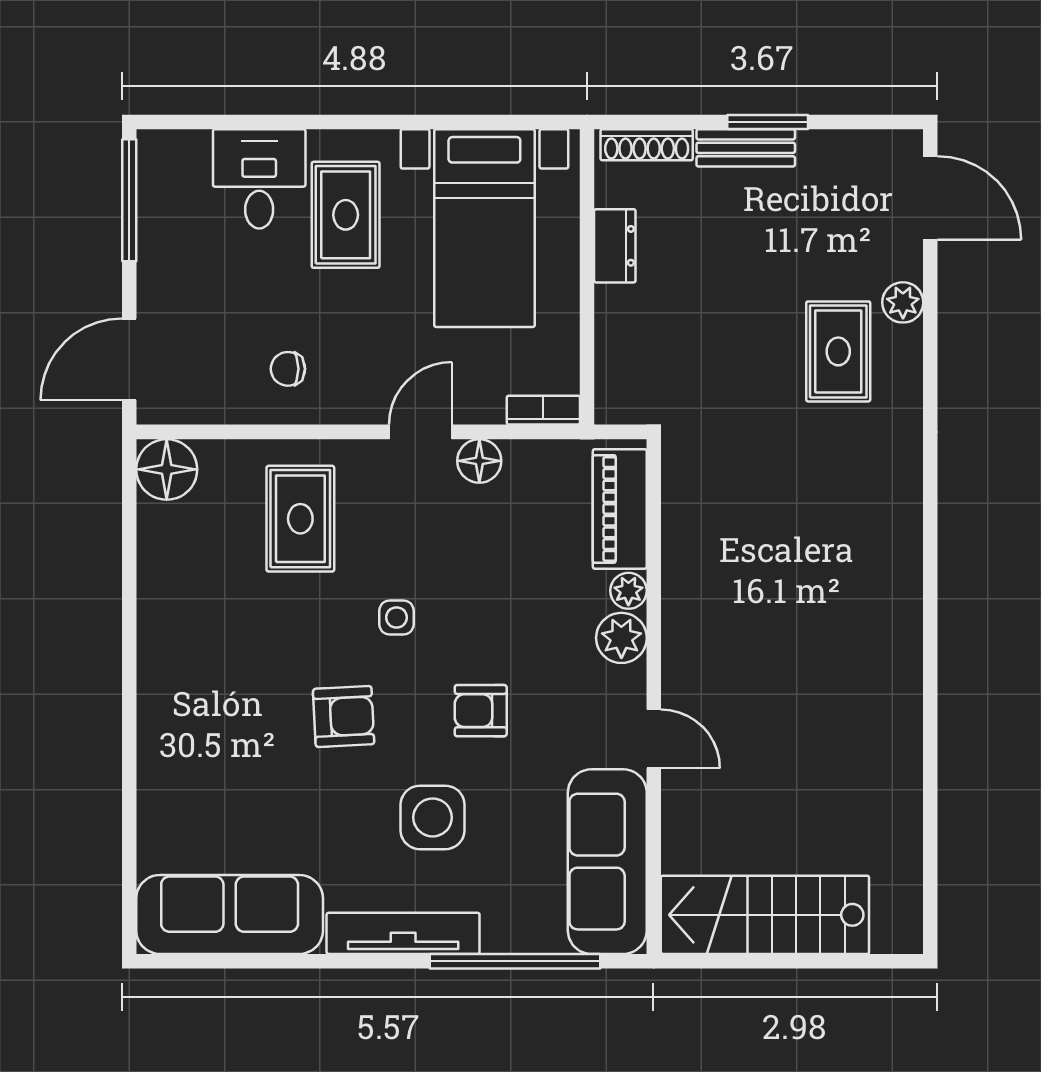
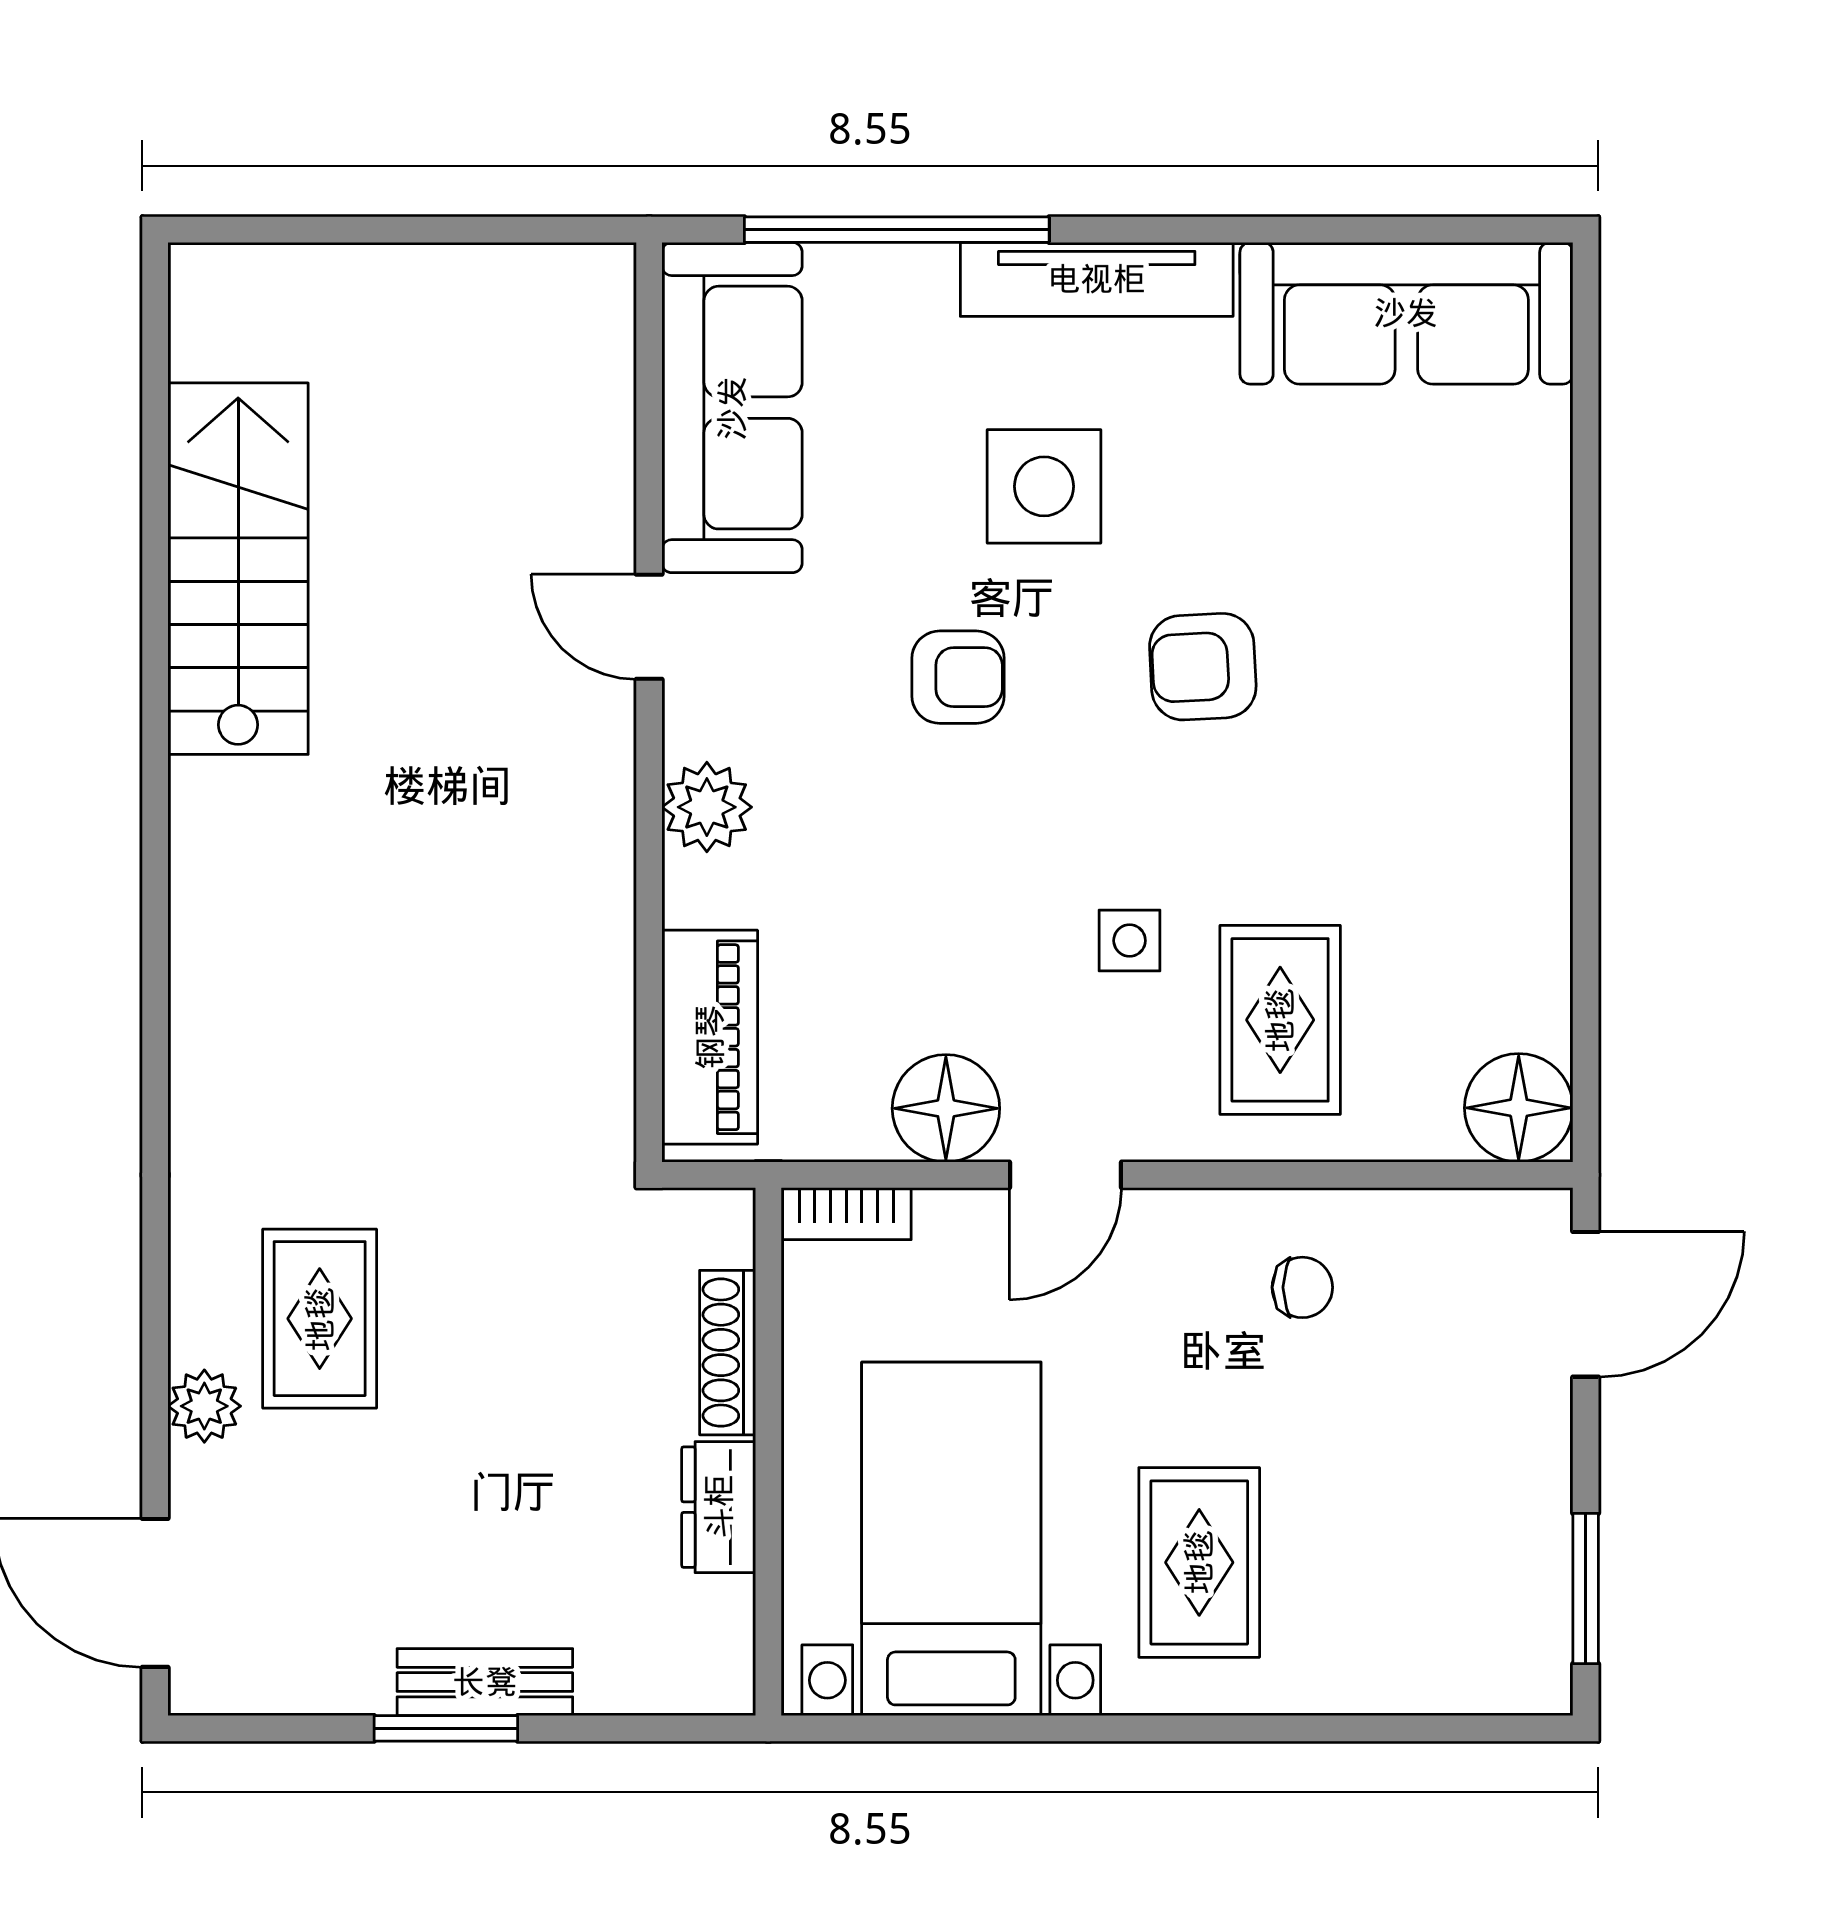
shoe rack: (647, 145) -> (728, 1353), moved, turned -90
desk: (259, 179) -> (1354, 1627), removed
window: (129, 200) -> (1586, 1588), width x0.69
floor lamp: (479, 461) -> (946, 1108), width x1.38, depth x1.38
plant: (628, 591) -> (694, 891), removed
side table: (396, 617) -> (1130, 941), moved
stairs: (765, 915) -> (238, 569), moved, turned -90

